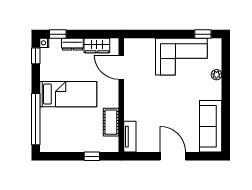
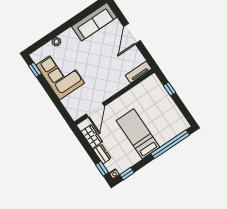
cot: (111, 122) -> (137, 92), removed

